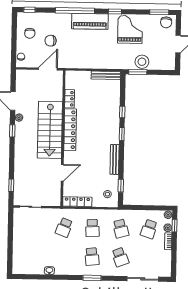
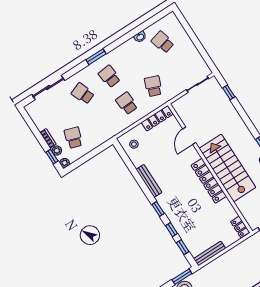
locker: (70, 99) -> (240, 227), moved
window: (121, 186) -> (183, 247), moved
school desk: (121, 229) -> (163, 42), moved

